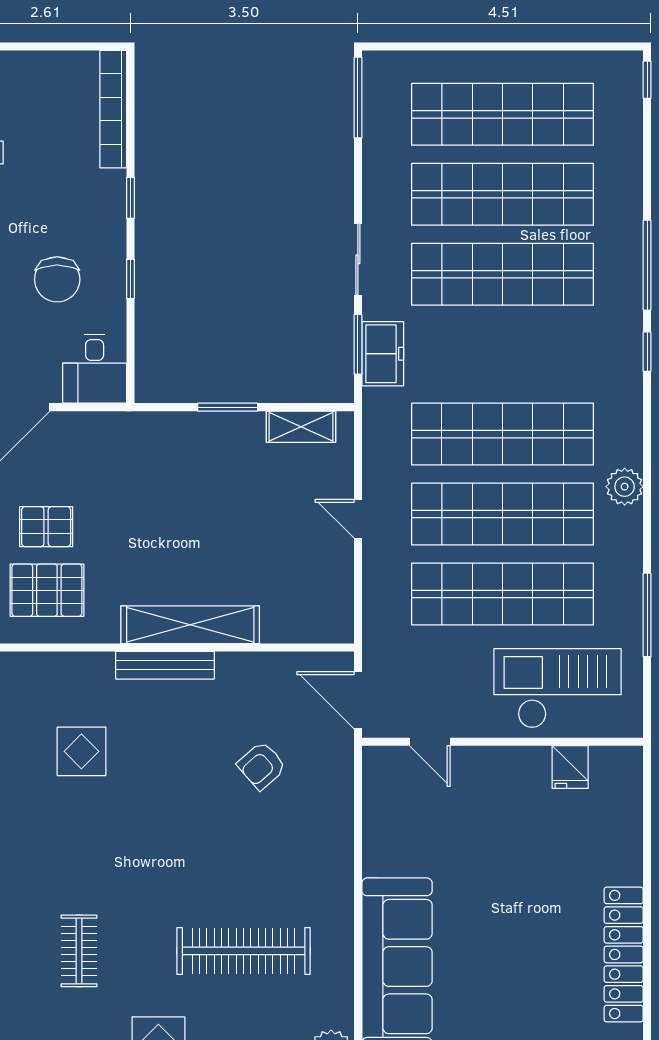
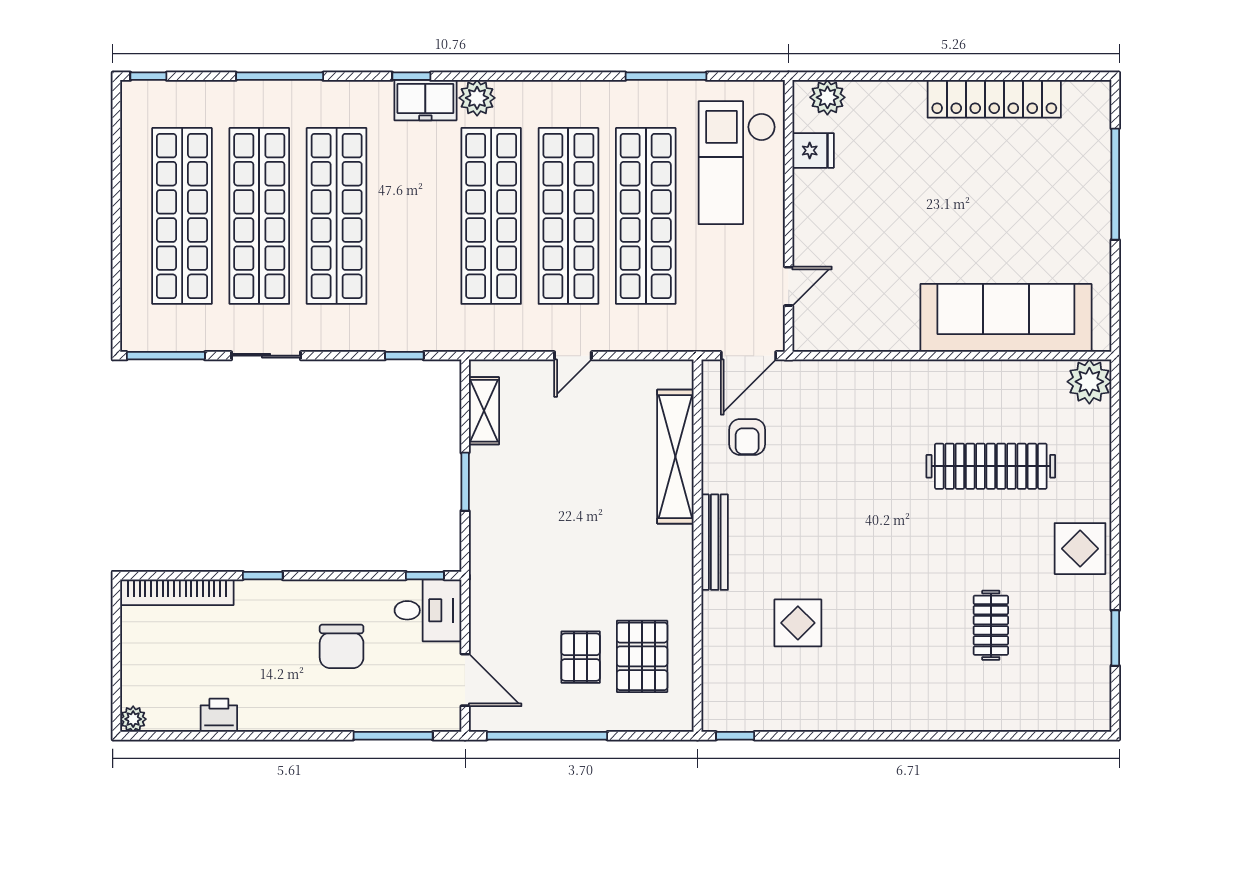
sliding door: (358, 259) -> (266, 356), moved
window: (647, 265) -> (280, 76), moved
chair: (57, 279) -> (342, 646), turned 90
window: (130, 279) -> (425, 576), moved
window: (358, 344) -> (404, 356), width x0.67
freezer: (383, 354) -> (425, 100), moved, turned 180
plant: (625, 487) -> (477, 98), moved
shelving: (190, 625) -> (675, 457), moved
armchair: (262, 766) -> (747, 437), moved, turned 41
plant: (625, 782) -> (827, 97), added
clothes rail: (79, 951) -> (991, 625), turned 90
clothes rail: (244, 951) -> (991, 466), turned 90

